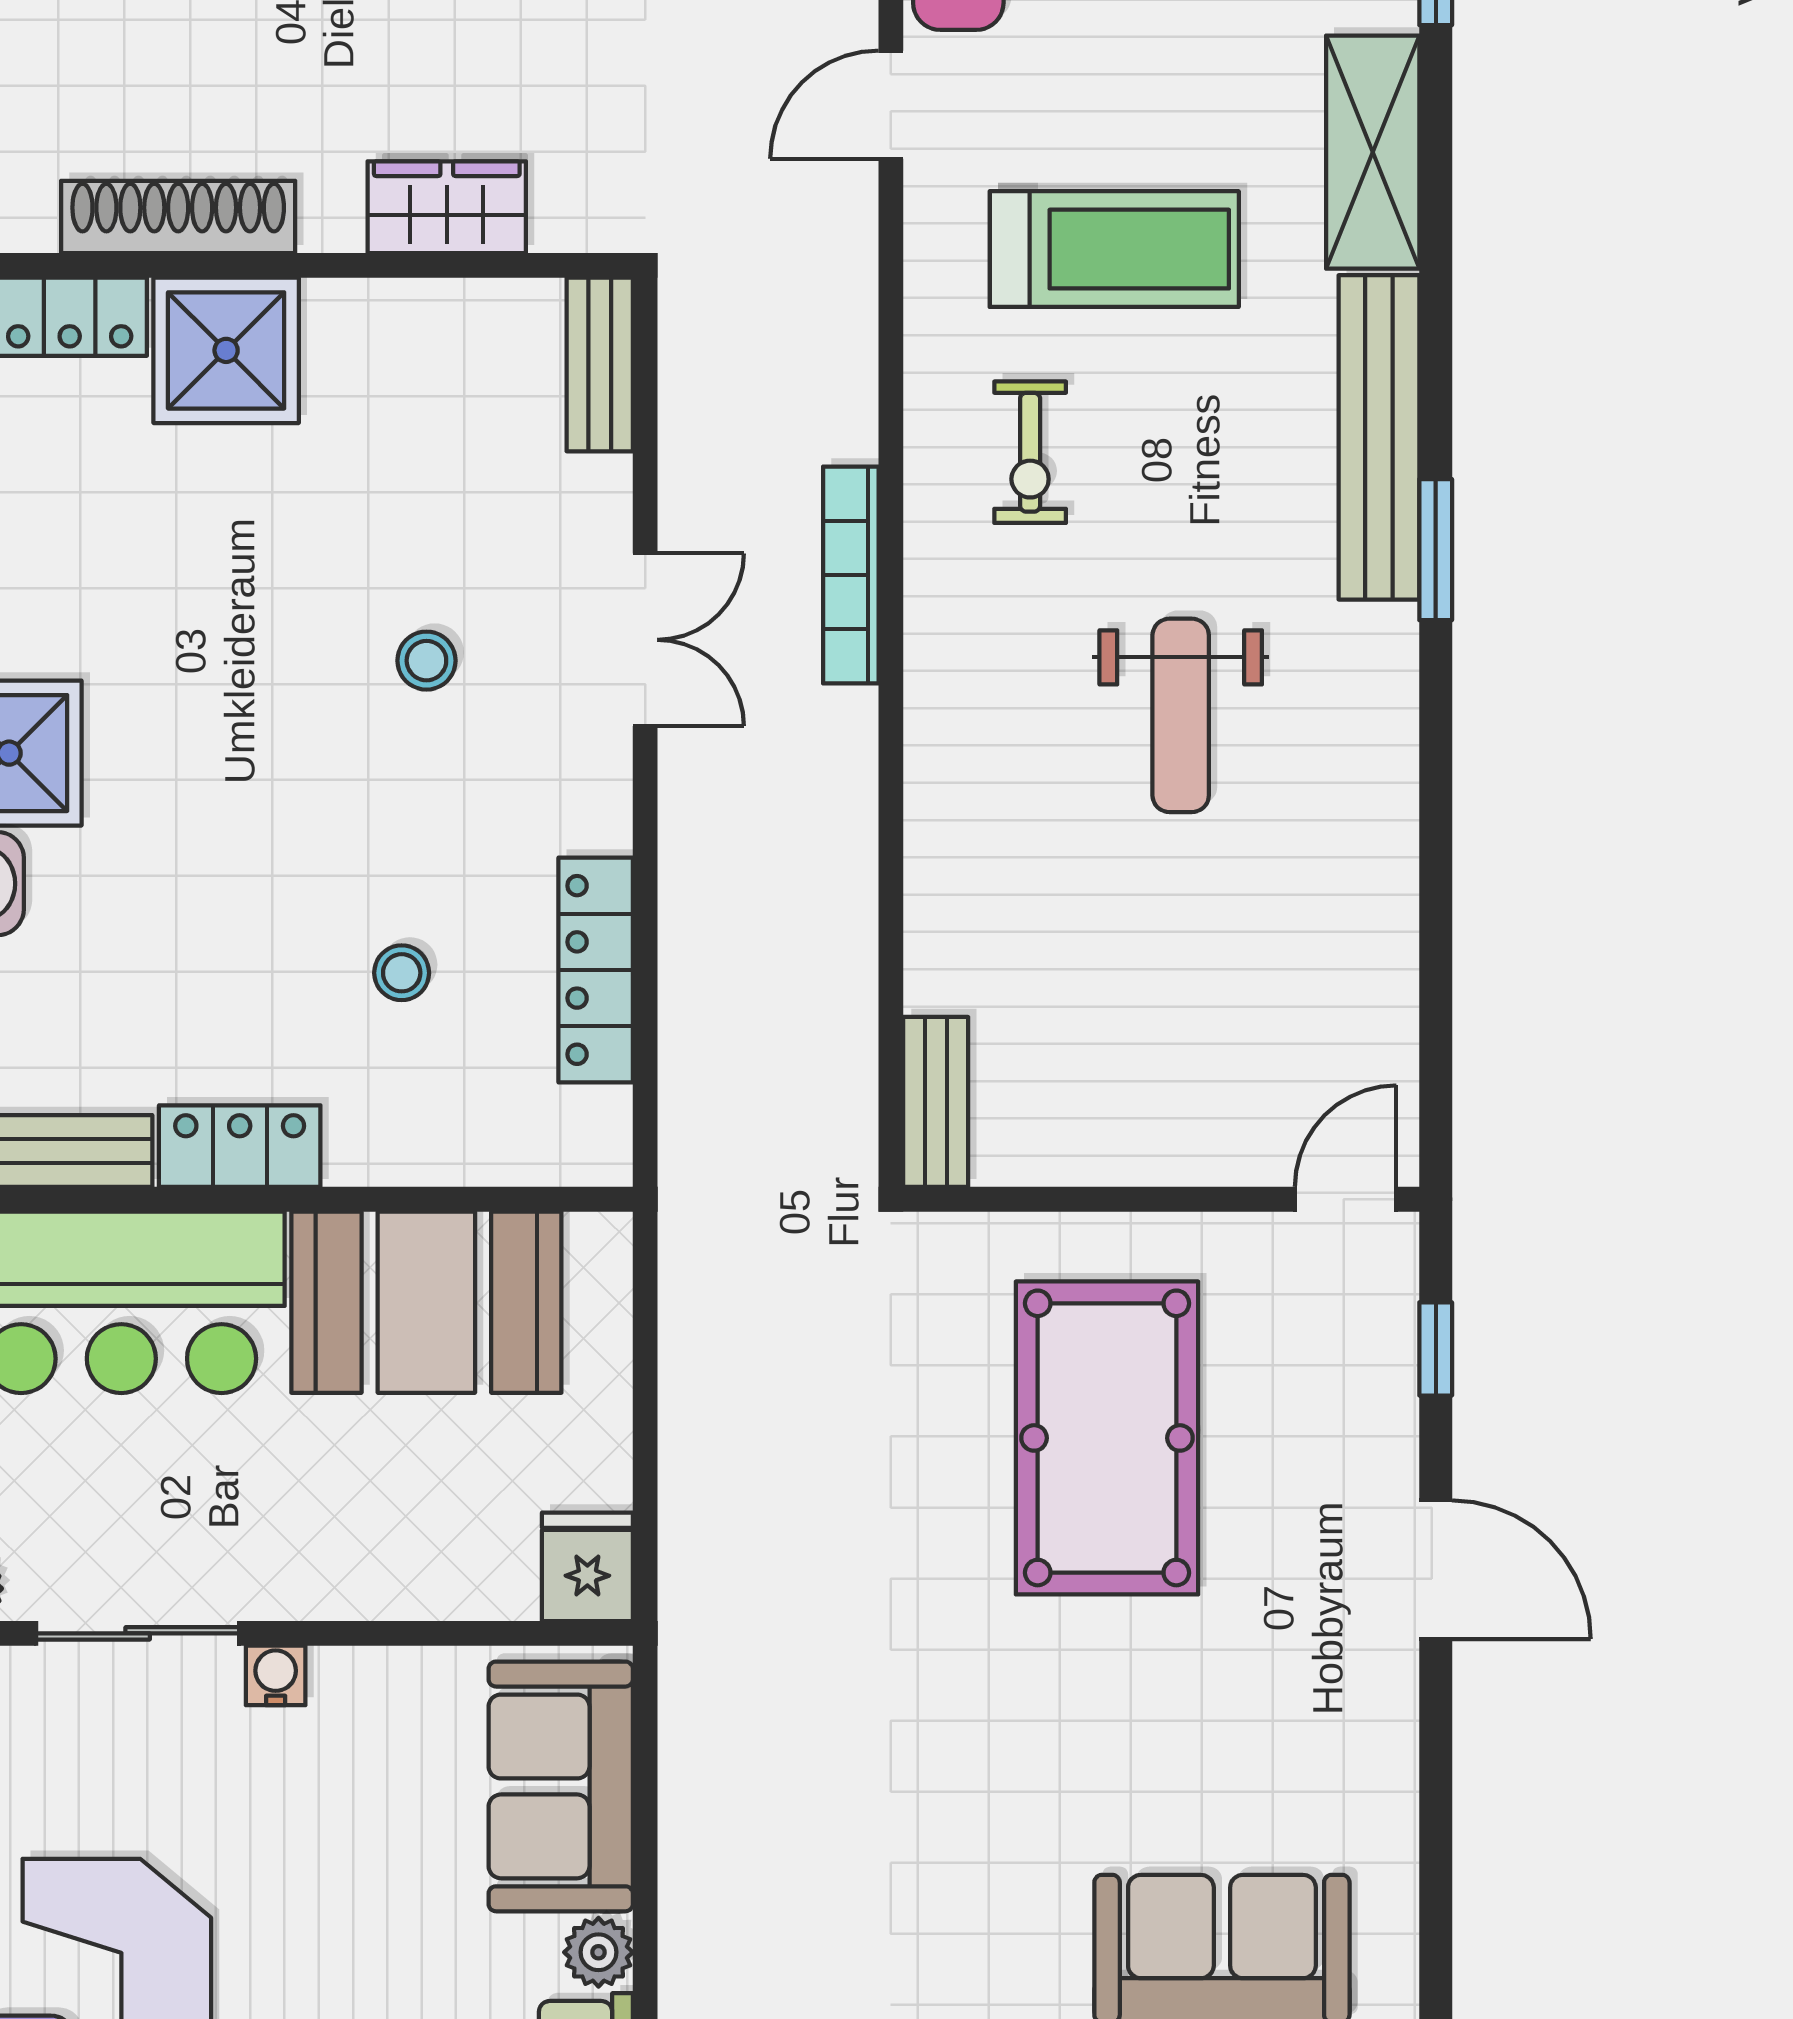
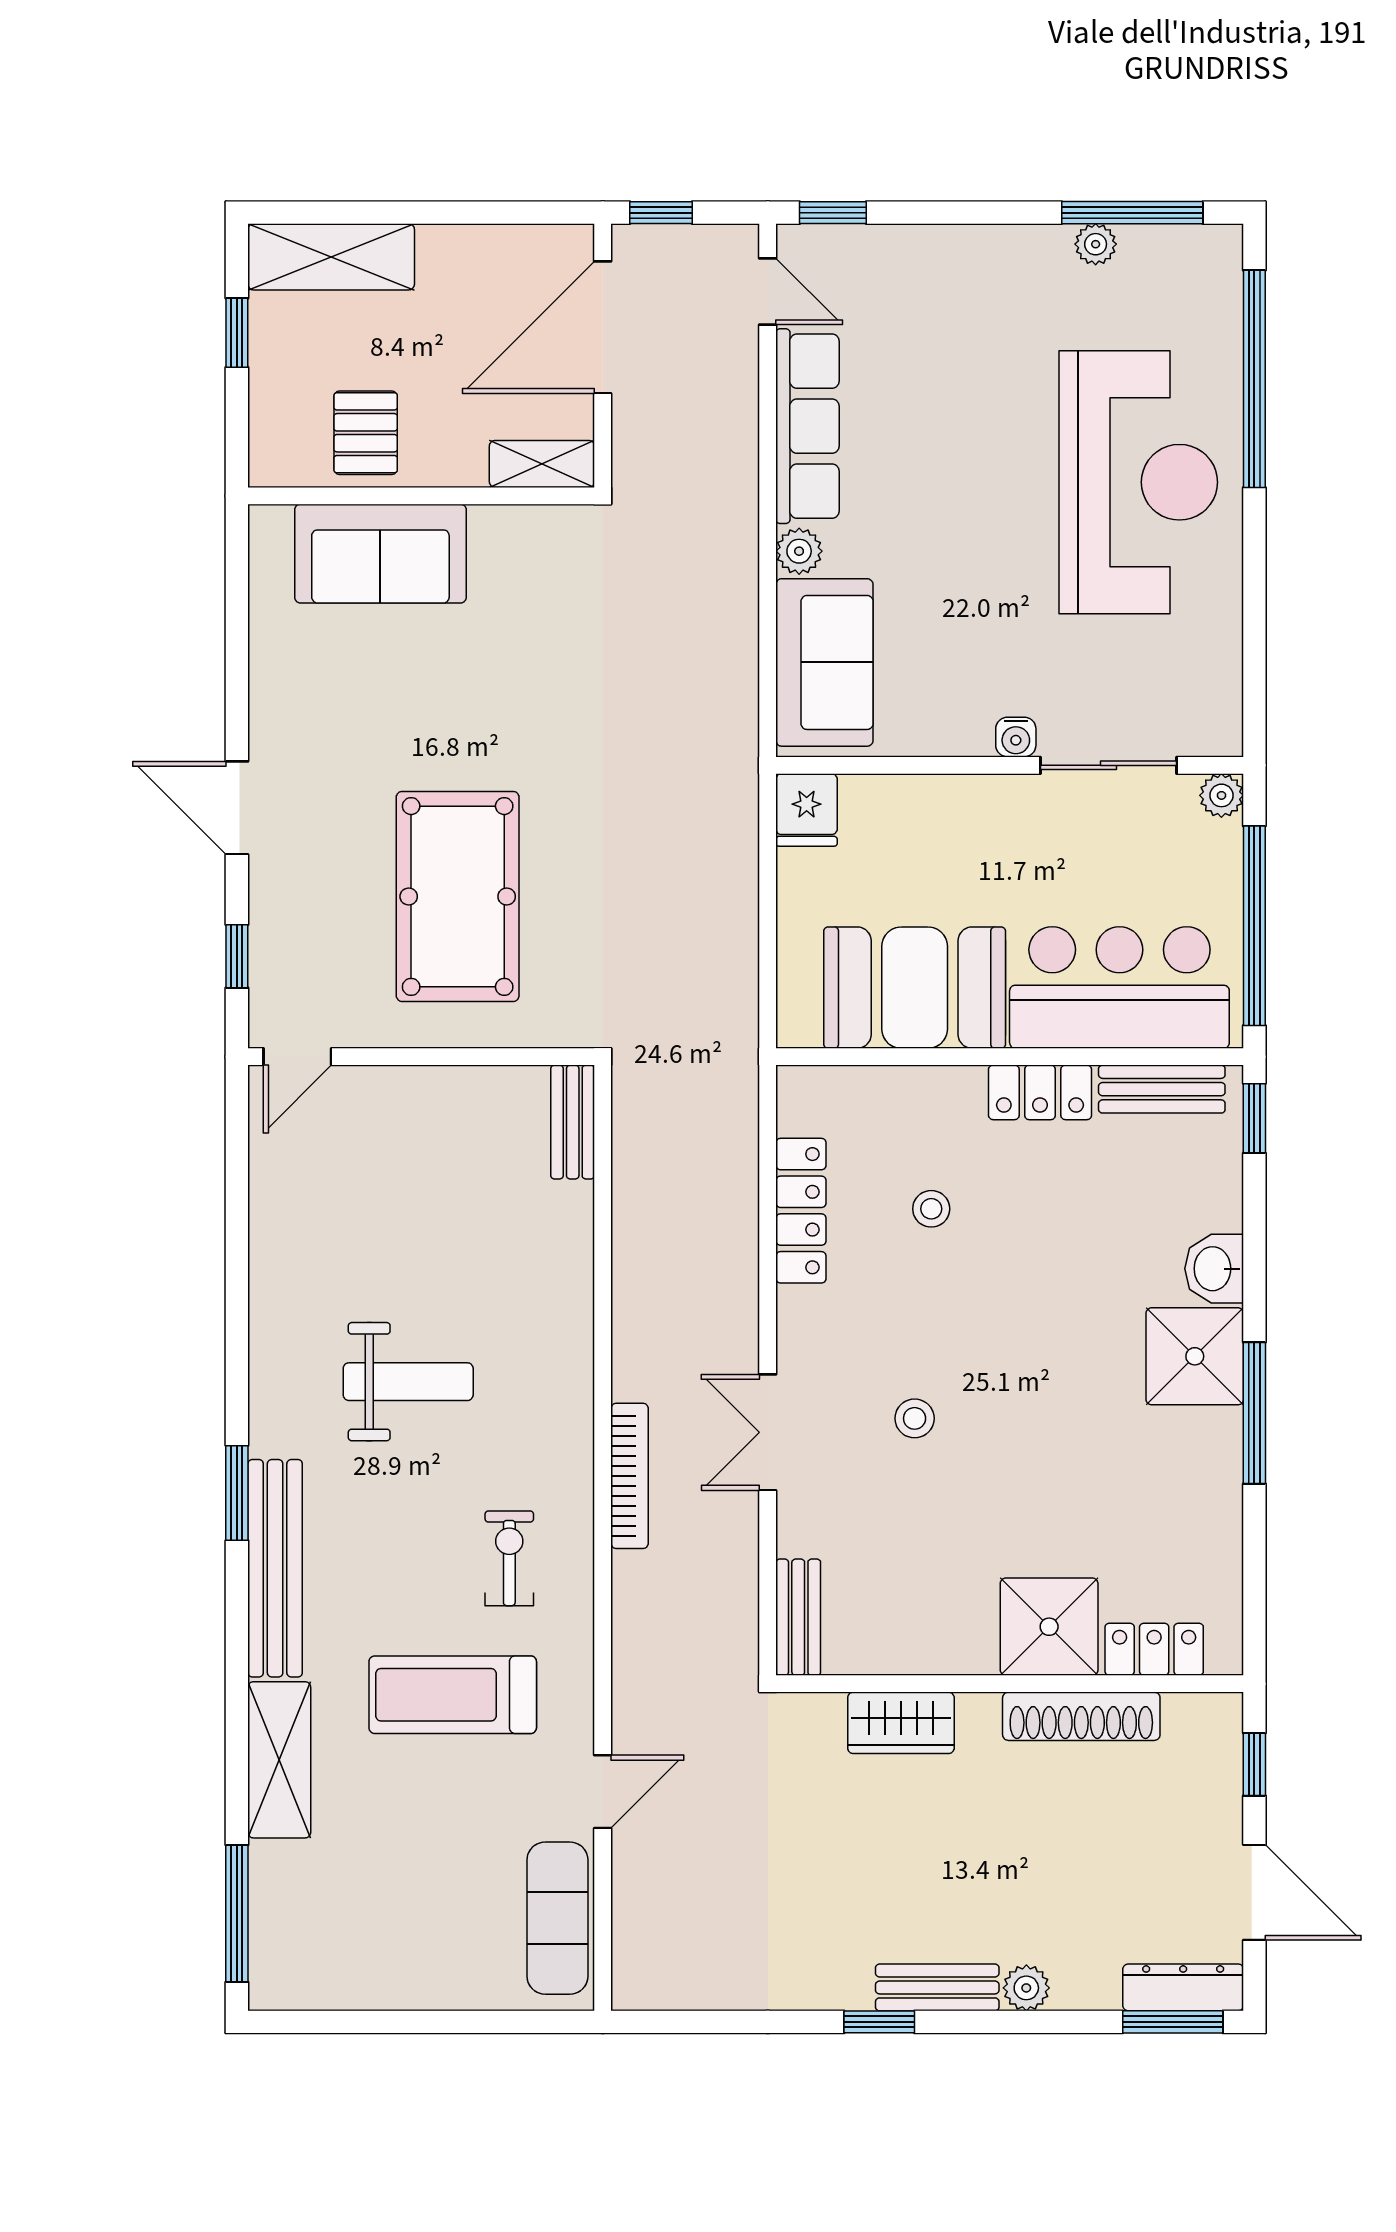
weight bench: (1181, 715) -> (408, 1382), turned 90

